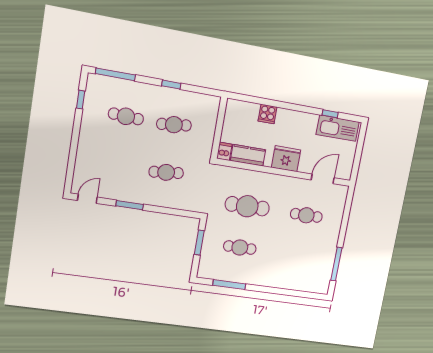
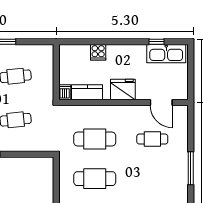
door: (323, 179) -> (161, 103), swing flipped
window: (199, 243) -> (56, 179), removed
cafe table: (240, 248) -> (95, 179), width x1.37, depth x1.35
window: (336, 264) -> (191, 168), moved

